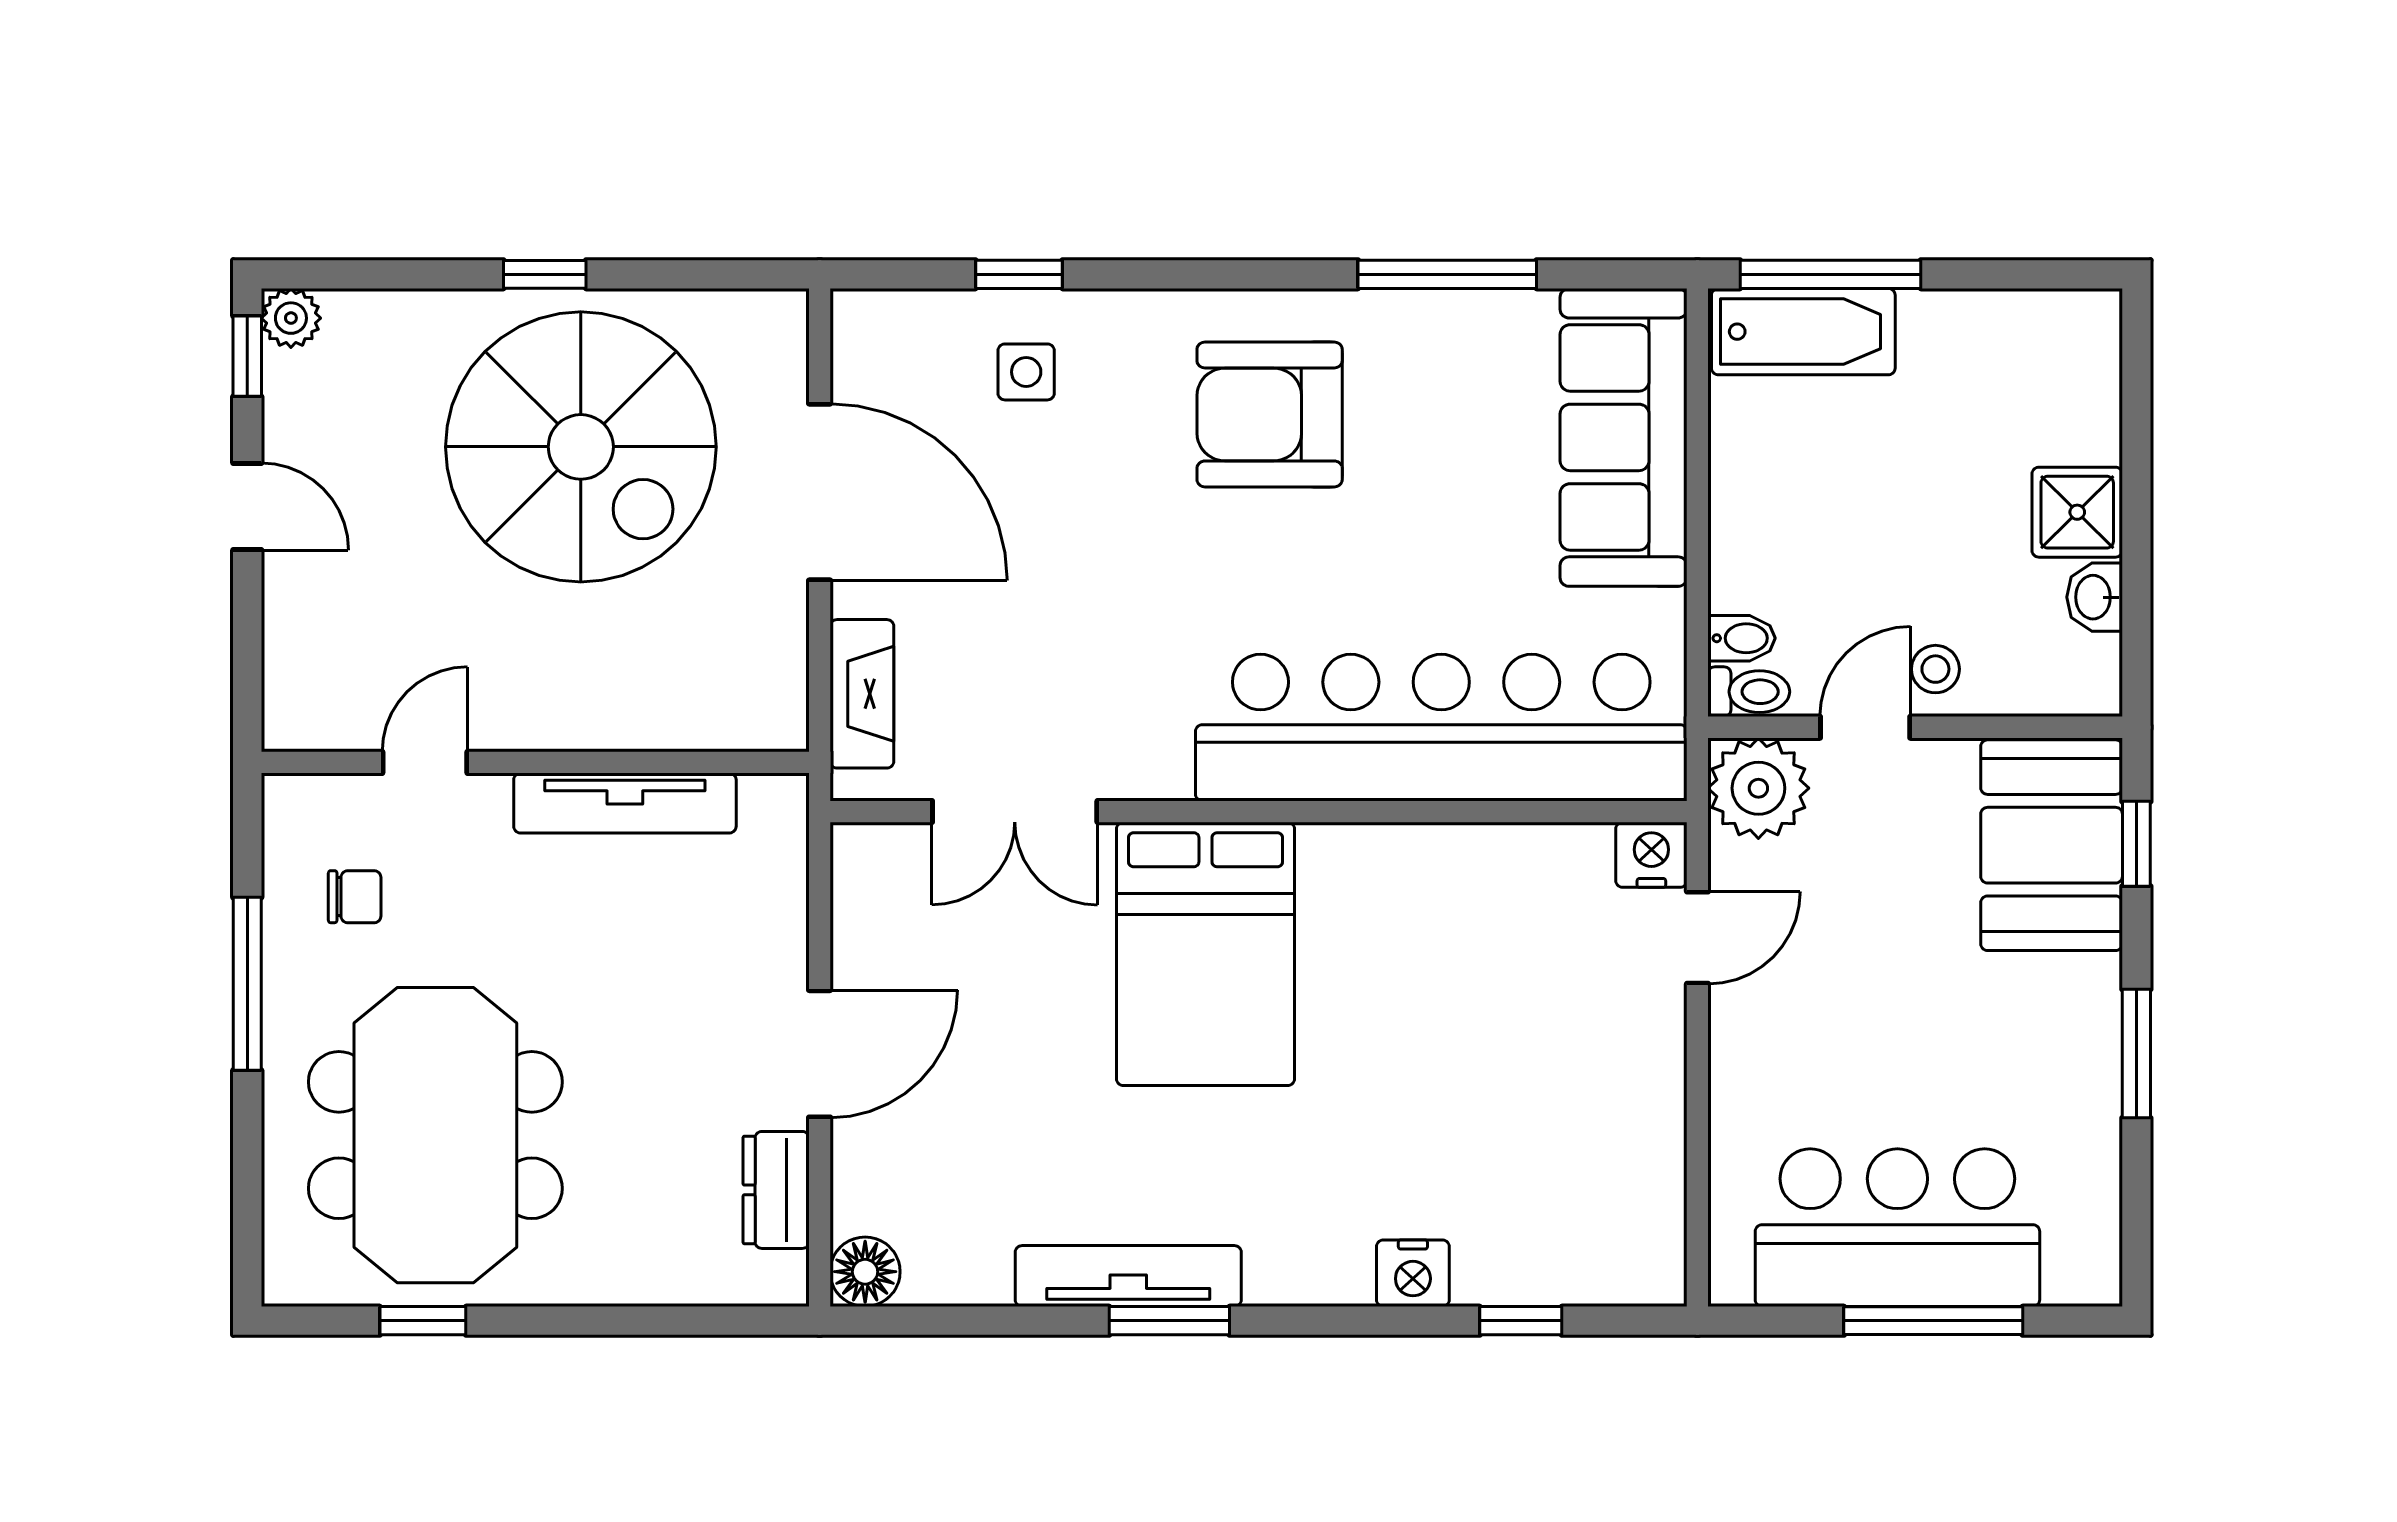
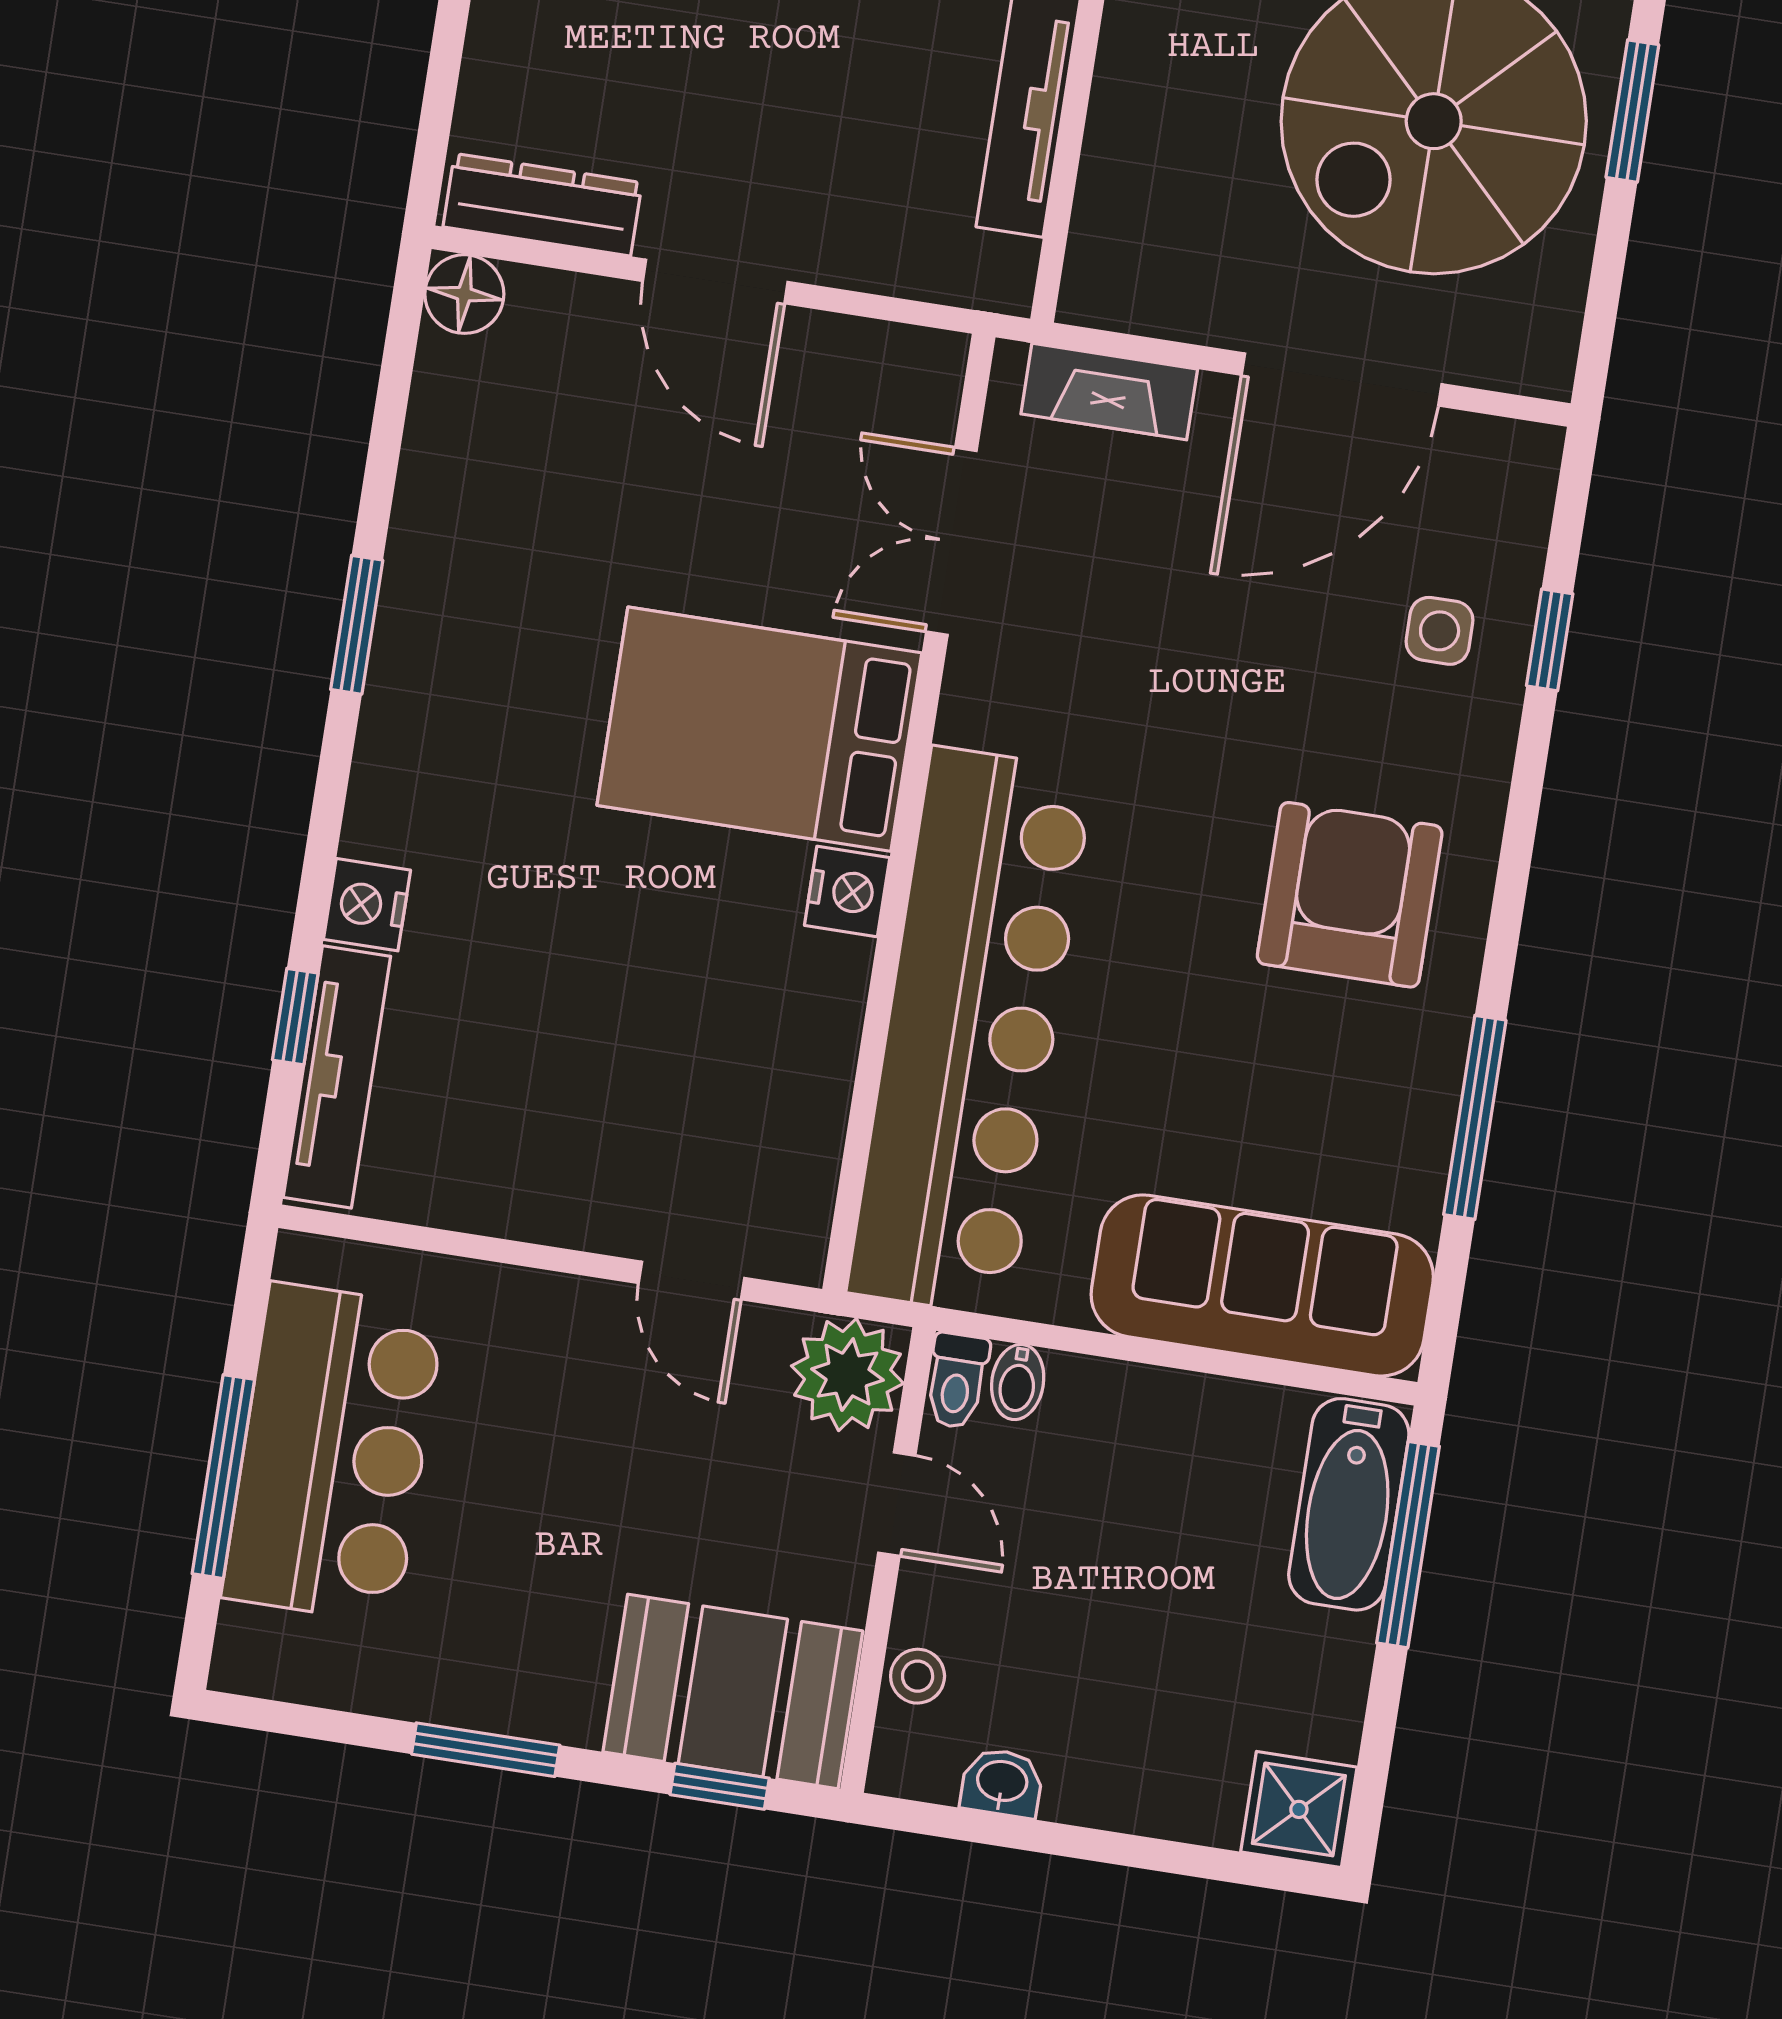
window: (545, 274) -> (1632, 111), width x1.50
shower: (2077, 512) -> (1299, 1809), moved
stool: (1935, 669) -> (918, 1676), moved
nightstand: (1651, 855) -> (847, 892), moved
dresser: (776, 1190) -> (543, 205), width x1.44
tv unit: (1128, 1276) -> (337, 1077), moved

